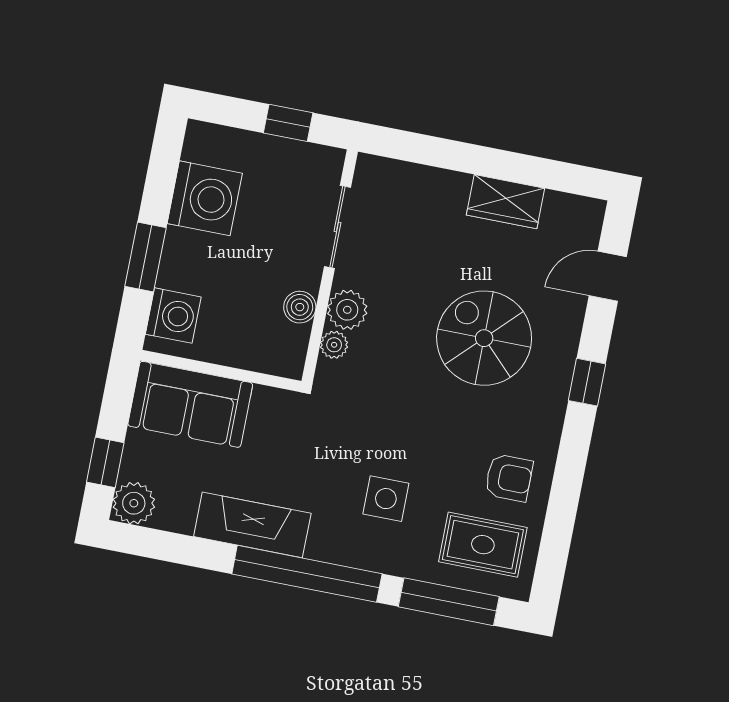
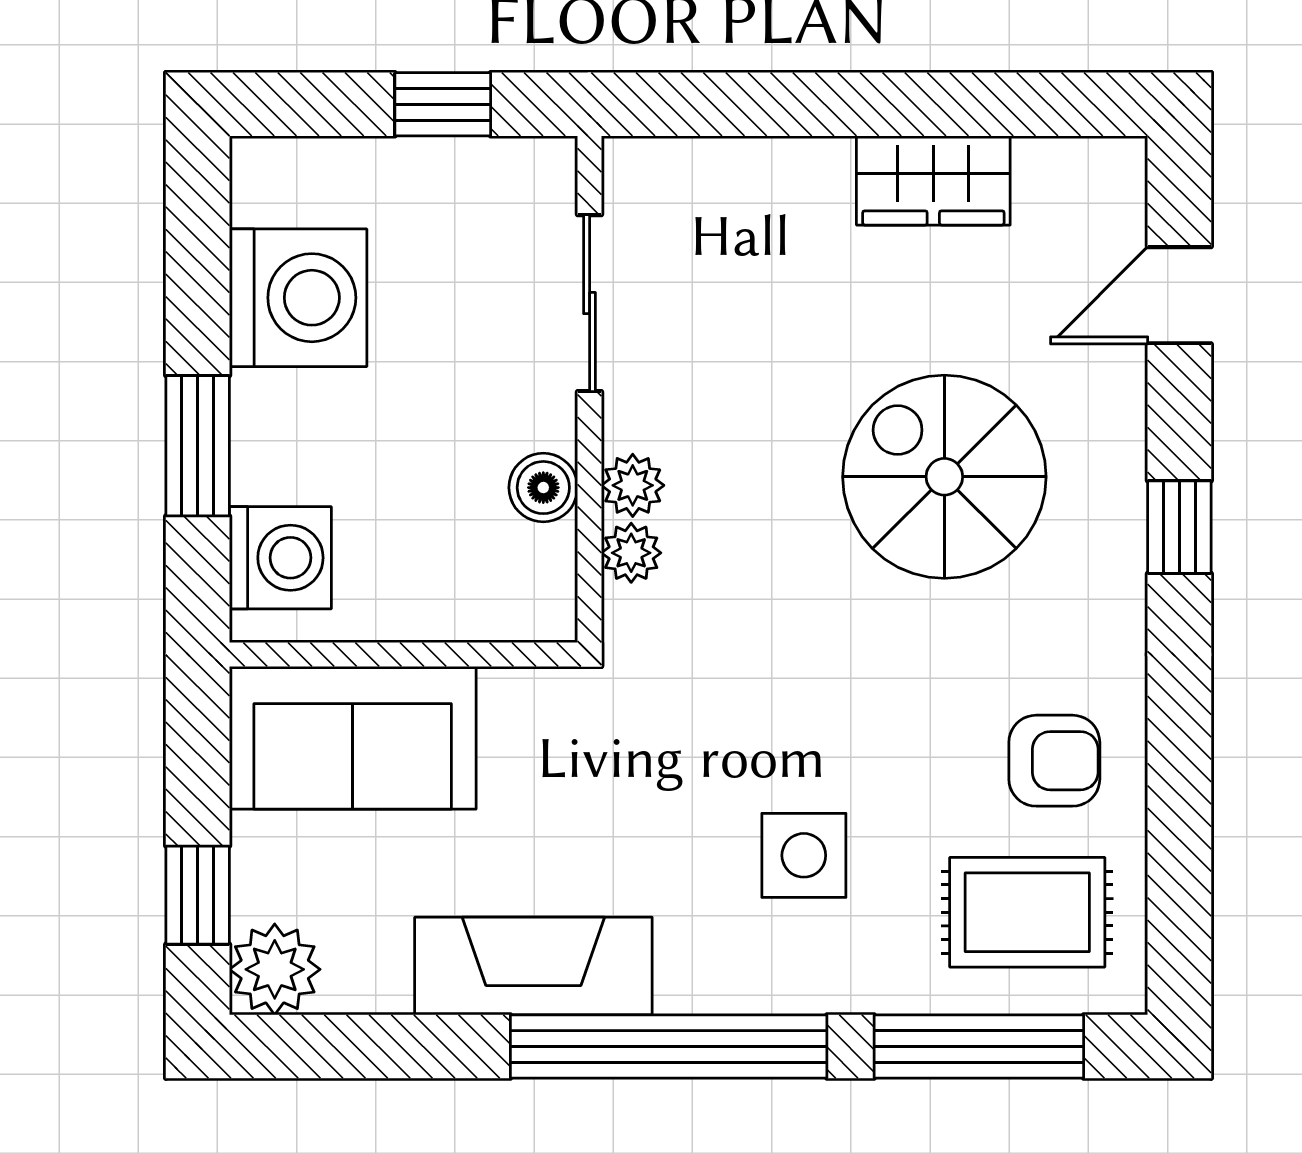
plant: (347, 310) -> (633, 485), width x0.73, depth x0.73

